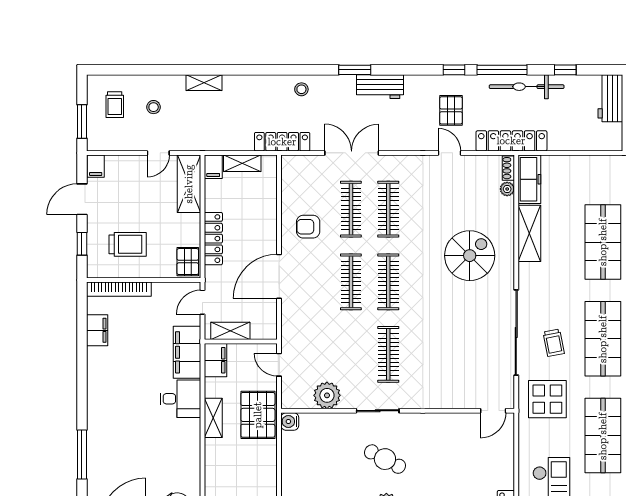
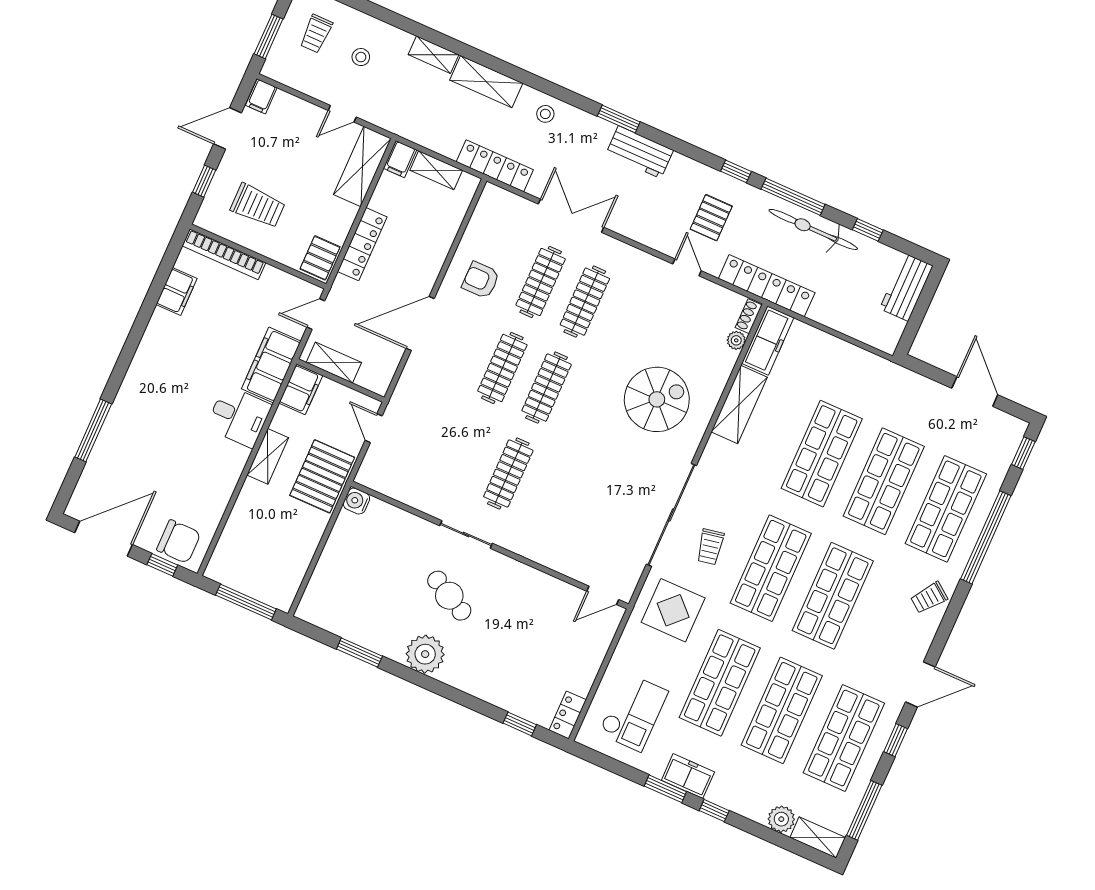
shelving: (250, 85) -> (486, 82), added
plant: (327, 395) -> (414, 490), removed

